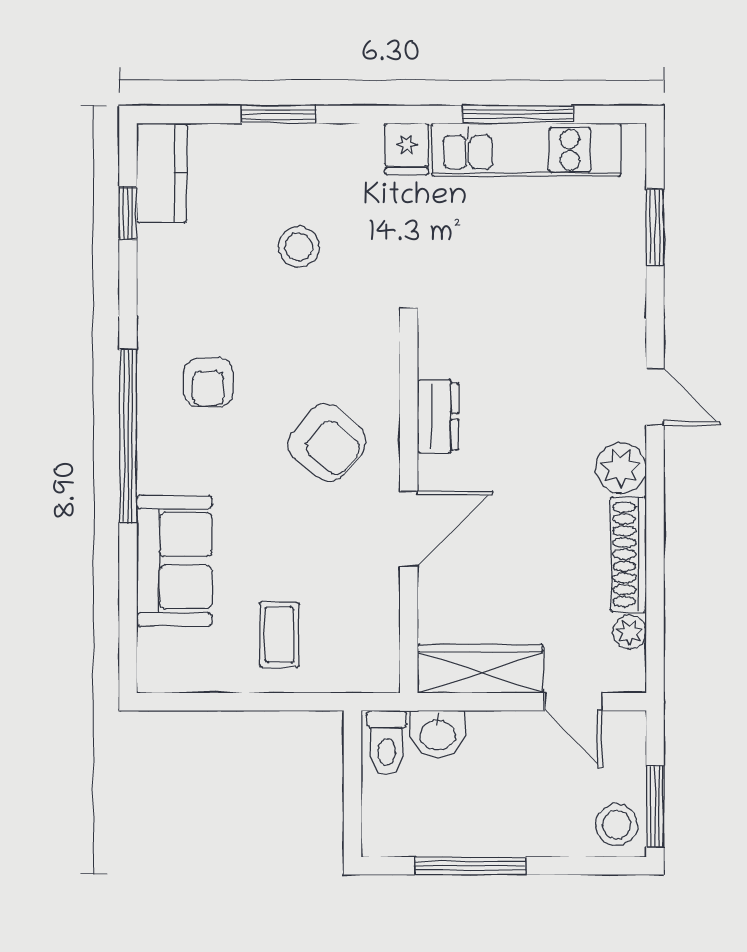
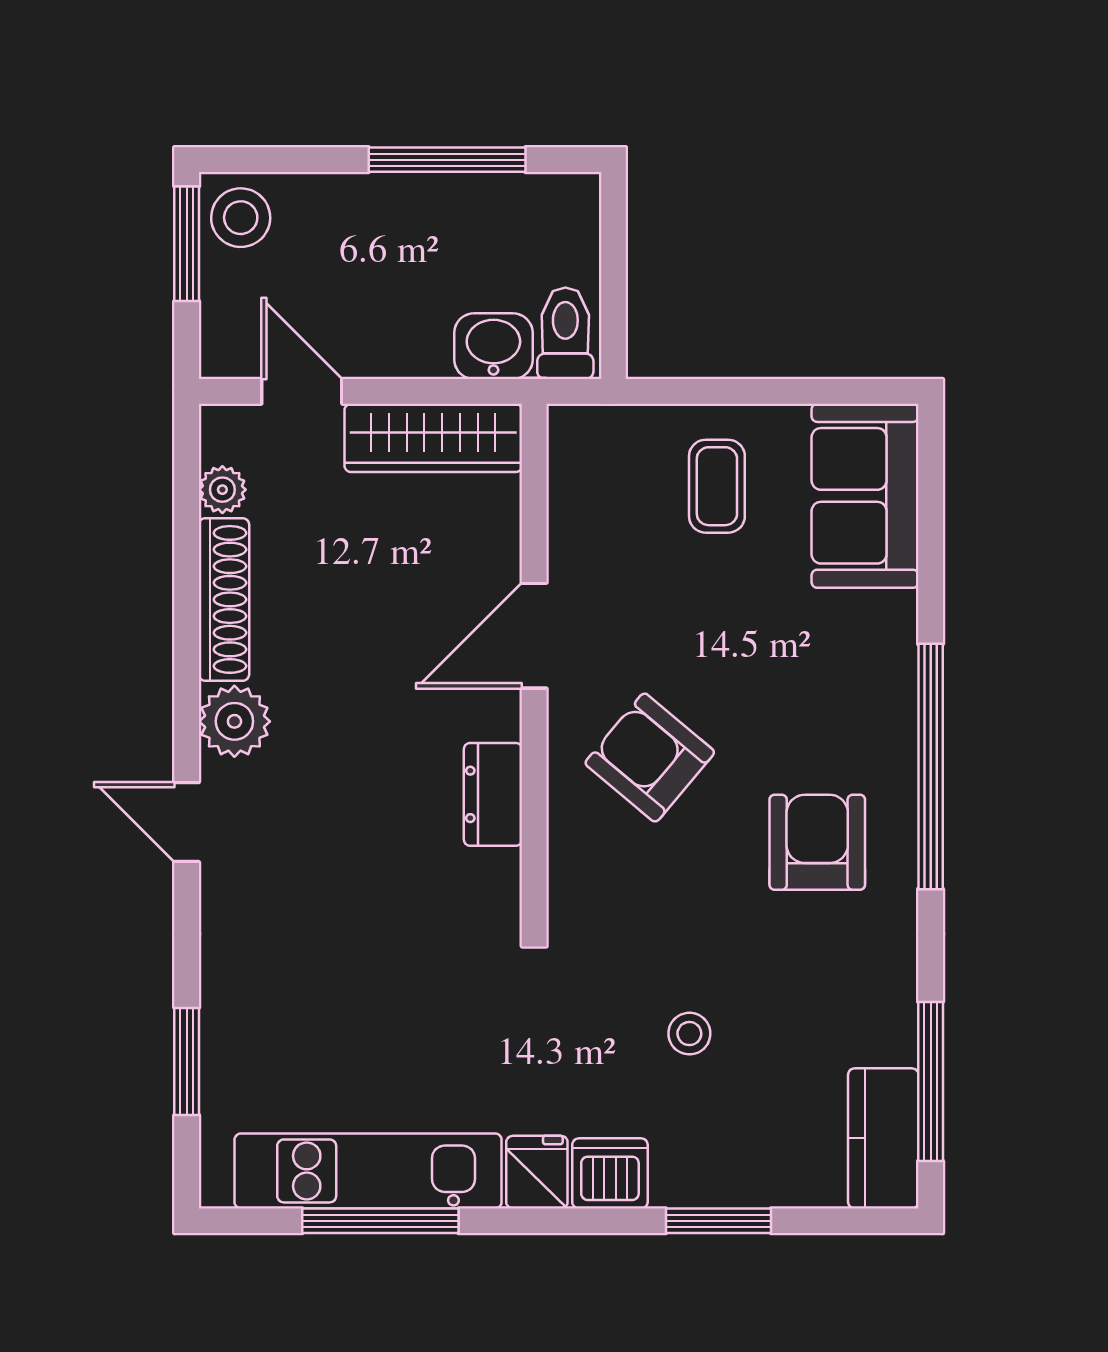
dishwasher: (355, 148) -> (610, 1173), added
window: (128, 213) -> (931, 1081), width x2.17
stool: (299, 247) -> (689, 1034), width x0.73, depth x0.73
armchair: (208, 382) -> (817, 842), width x1.38, depth x1.38
sofa: (174, 561) -> (865, 496), moved

